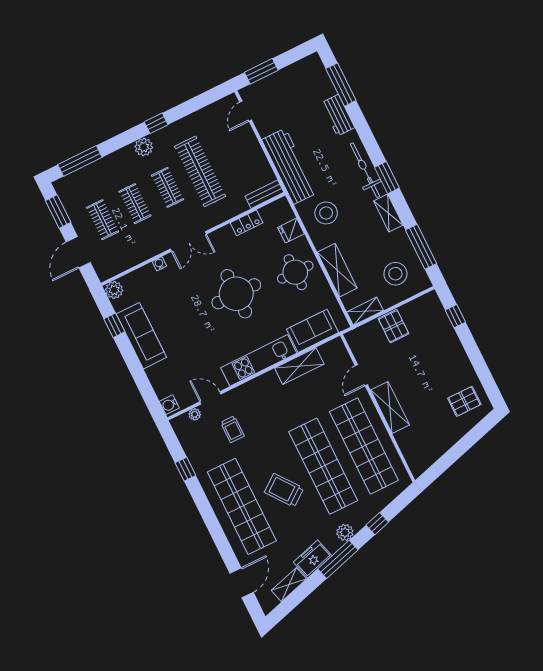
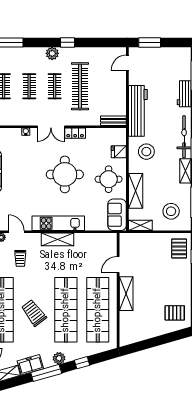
locker: (247, 223) -> (75, 133), moved
pallet: (394, 326) -> (179, 248), moved
sofa: (313, 331) -> (117, 215), moved, turned -90
shelving: (299, 366) -> (57, 239), moved

